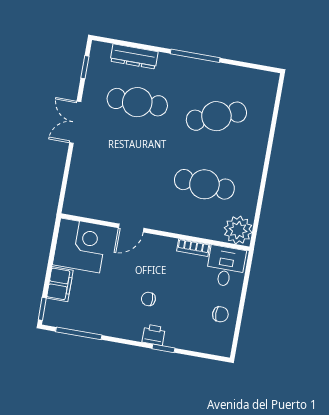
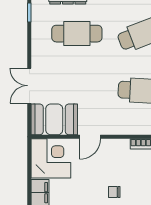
double door: (75, 122) -> (29, 86), moved
booth: (92, 200) -> (54, 119), added

